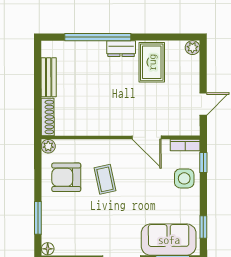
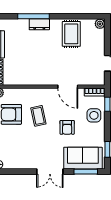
window: (98, 37) -> (34, 16), width x0.68
dresser: (121, 49) -> (39, 24), moved
armchair: (146, 196) -> (67, 127), added

